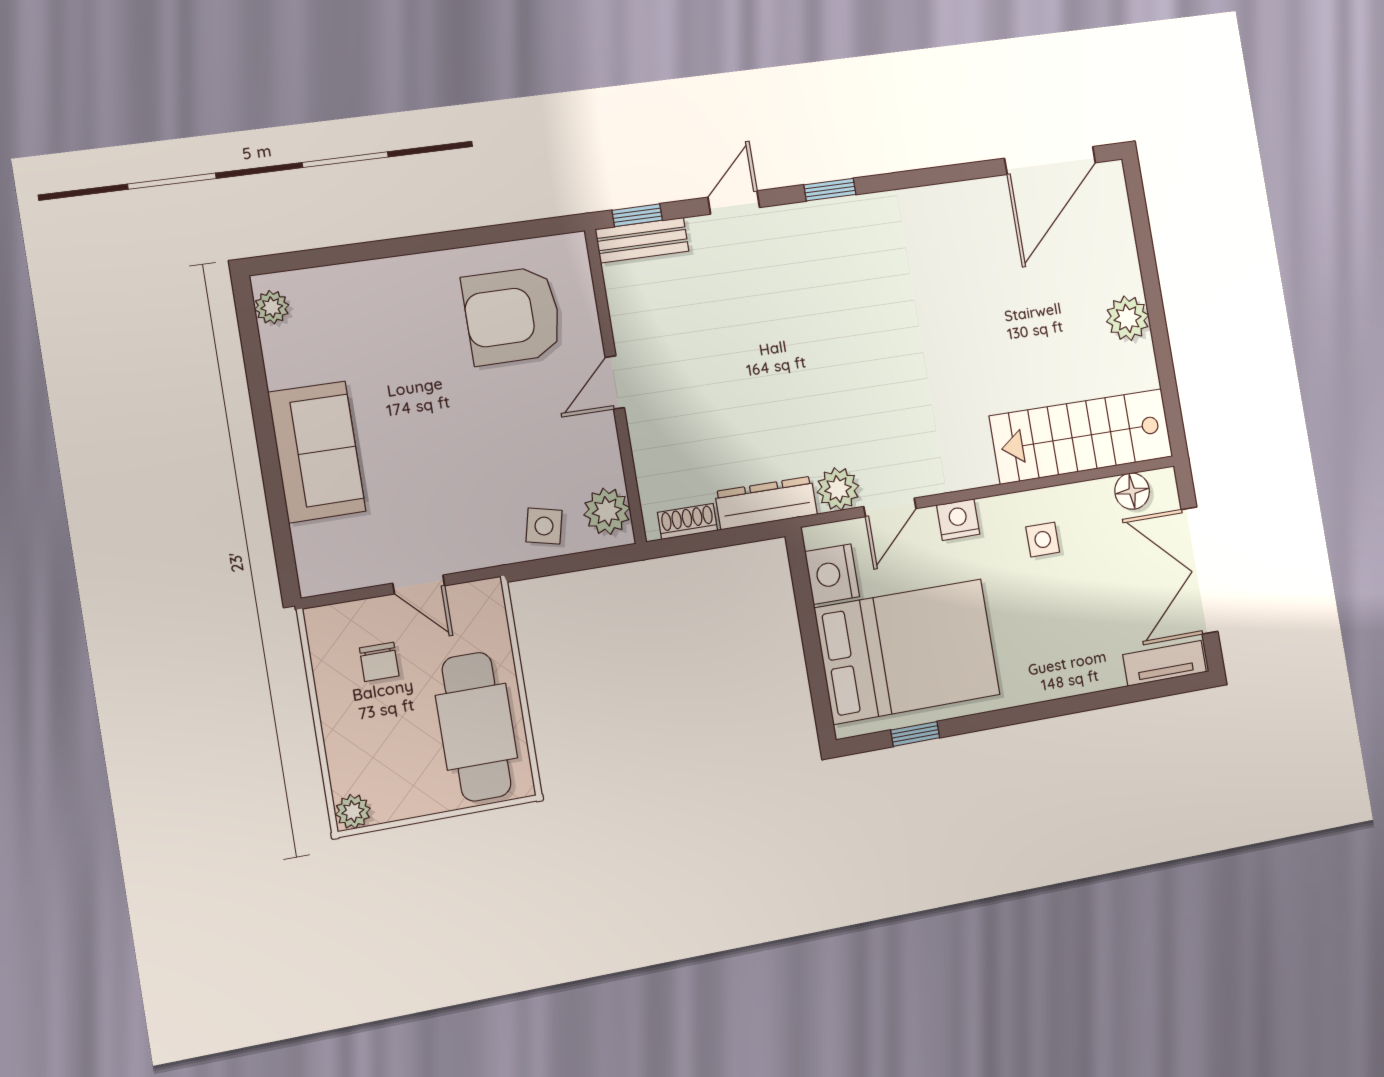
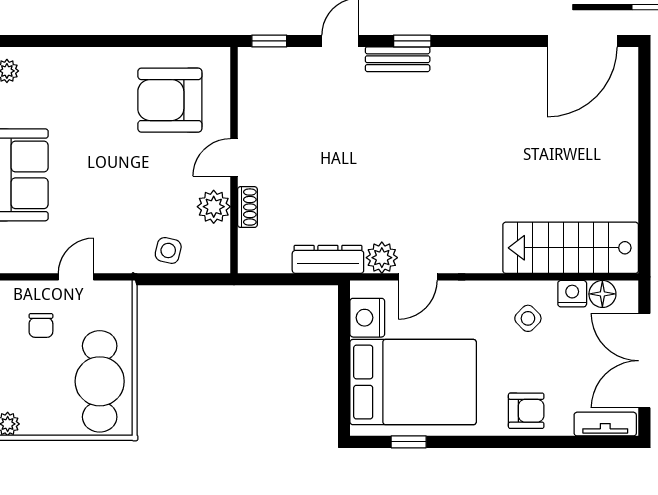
bench: (642, 240) -> (398, 59), moved
plant: (1128, 318) -> (621, 166), removed
plant: (607, 511) -> (214, 207), moved
nightstand: (958, 520) -> (572, 294), moved
shoe rack: (688, 521) -> (247, 207), moved, turned 90
side table: (1043, 539) -> (528, 318), turned 45
door: (419, 584) -> (76, 277), swing flipped
armchair: (1061, 664) -> (526, 411), added

